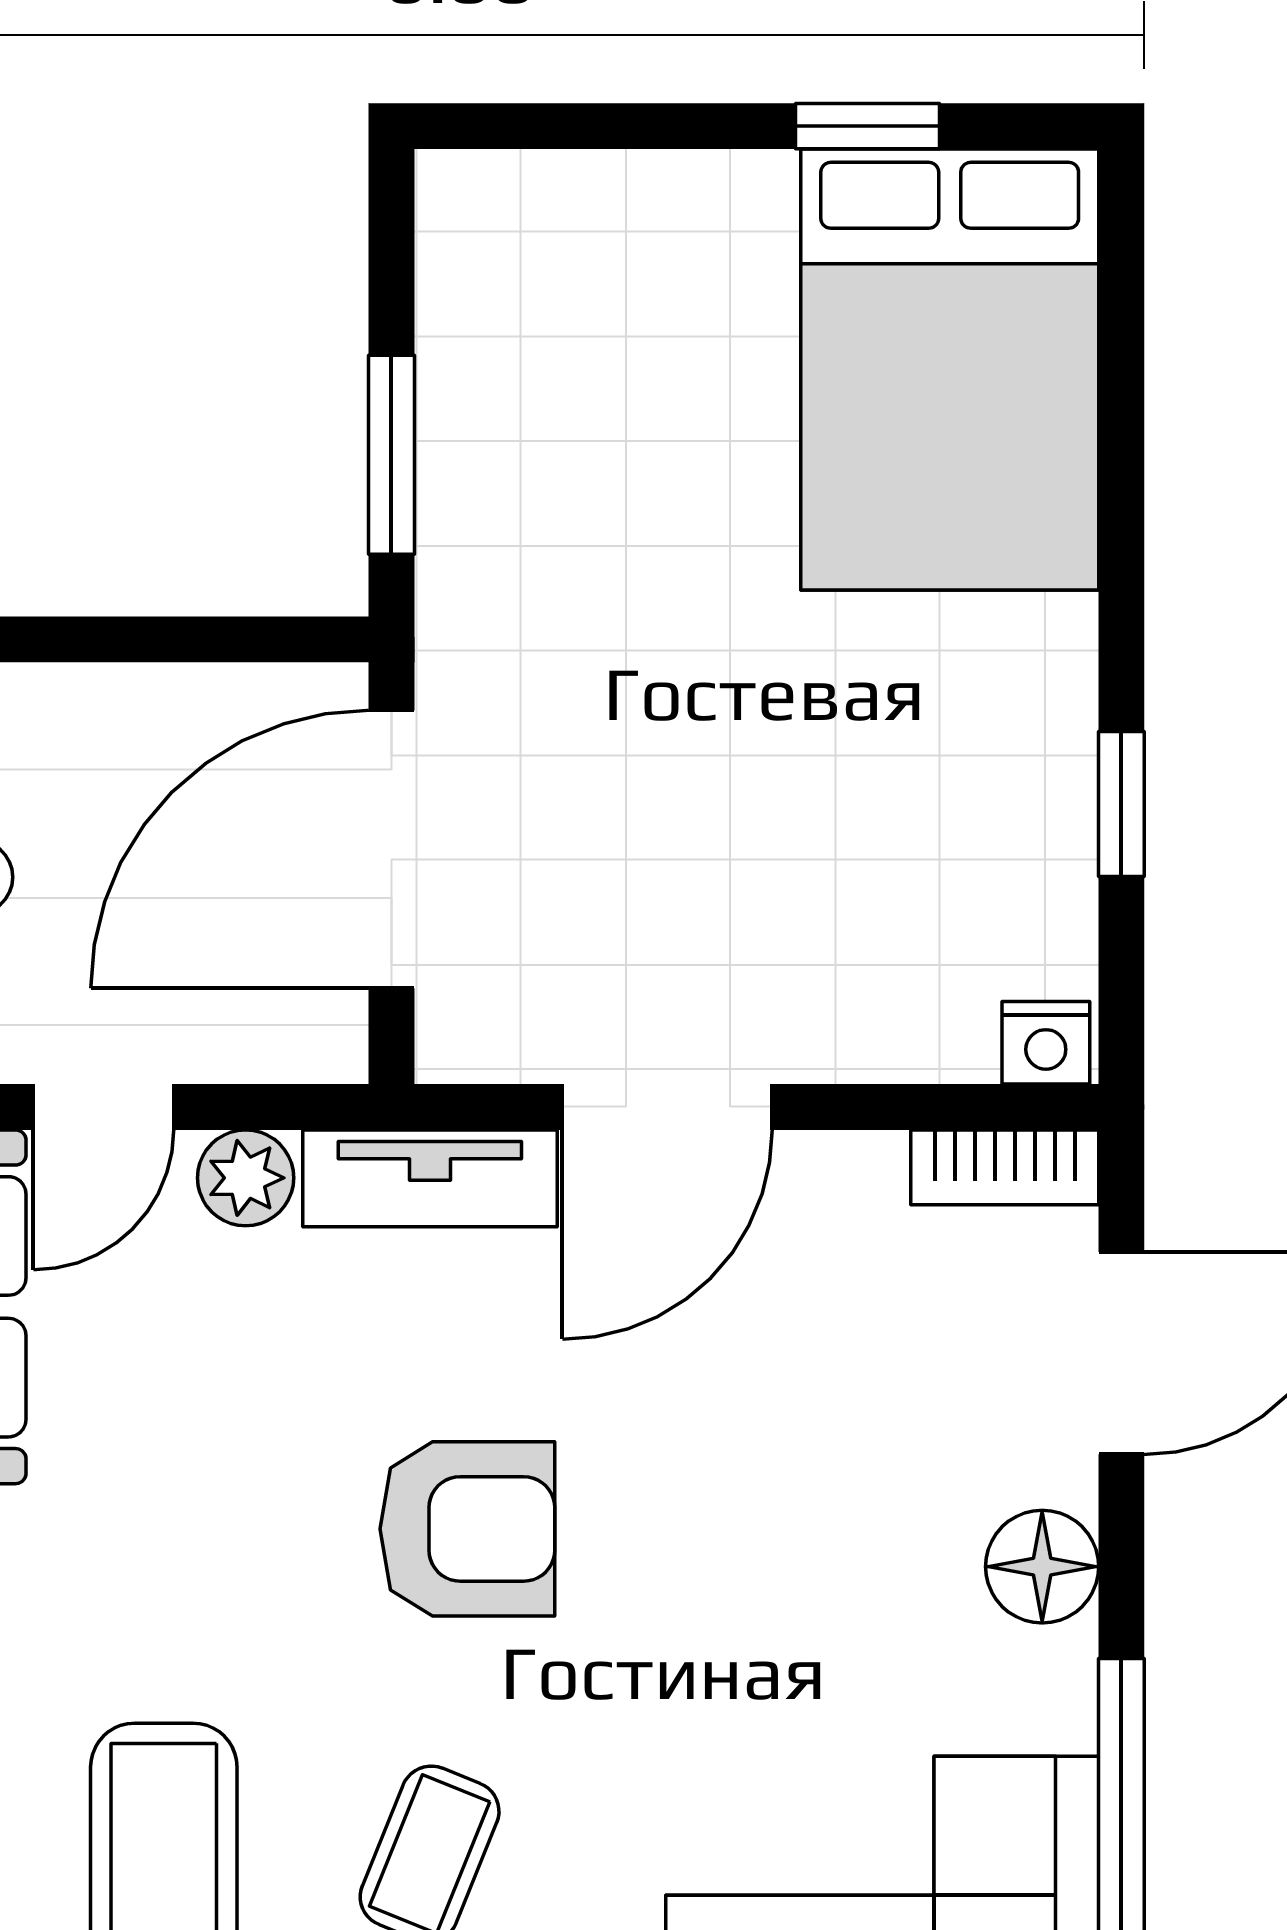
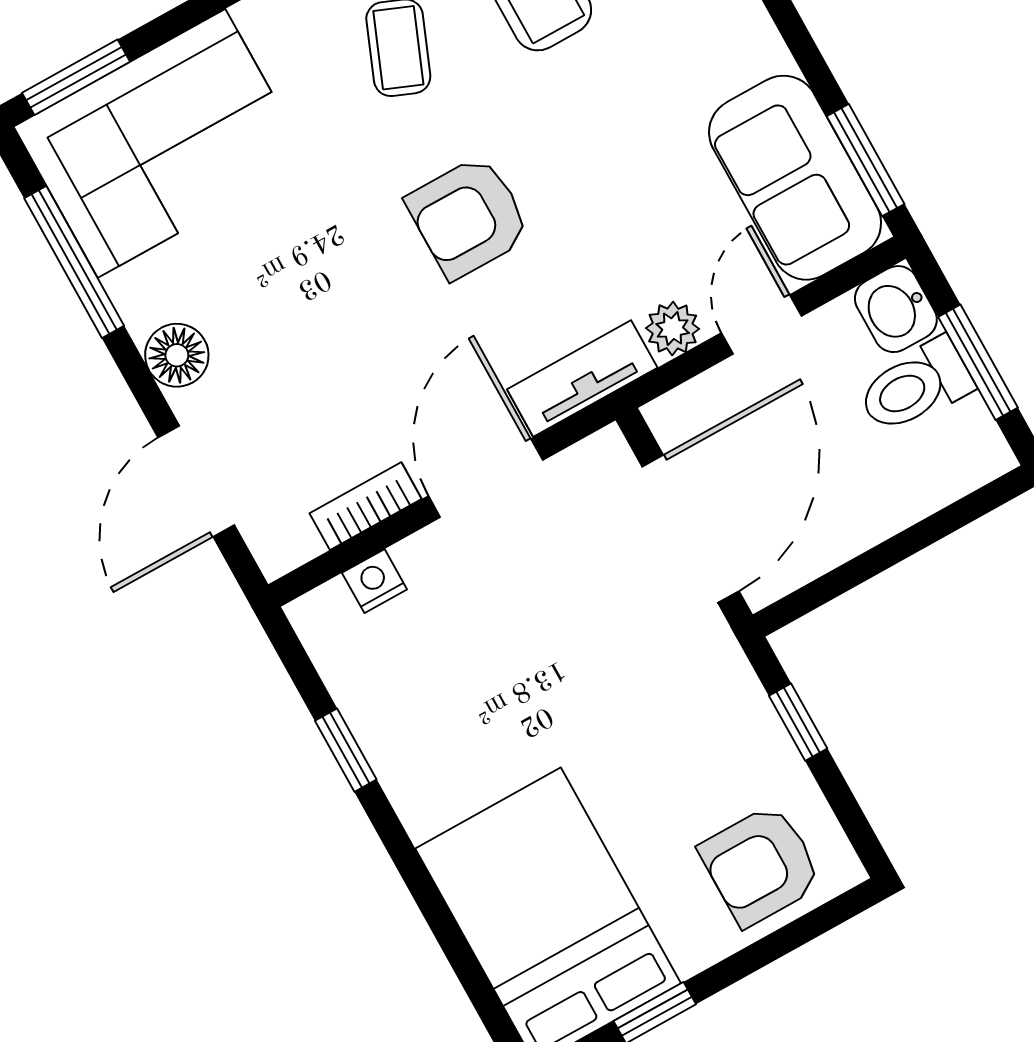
armchair: (574, 264) -> (761, 865), added
window: (391, 455) -> (798, 722), width x0.67
nightstand: (1046, 1043) -> (374, 581), moved
bookcase: (1005, 1167) -> (366, 506), moved

